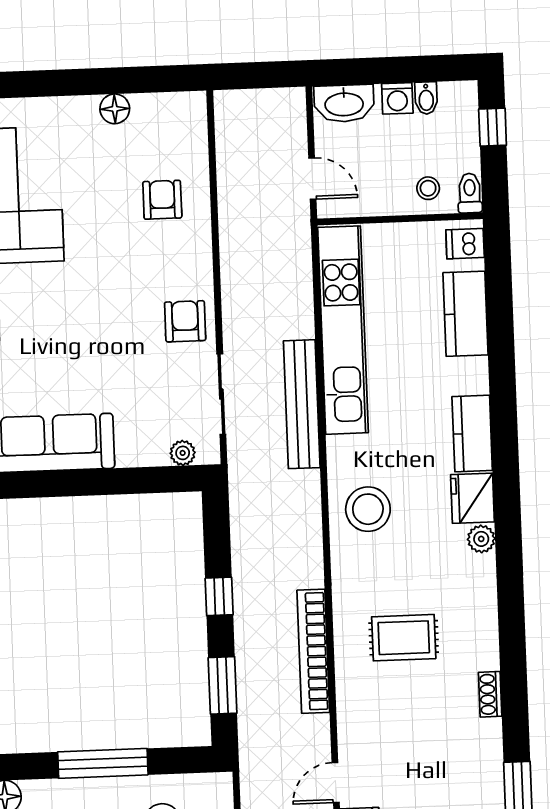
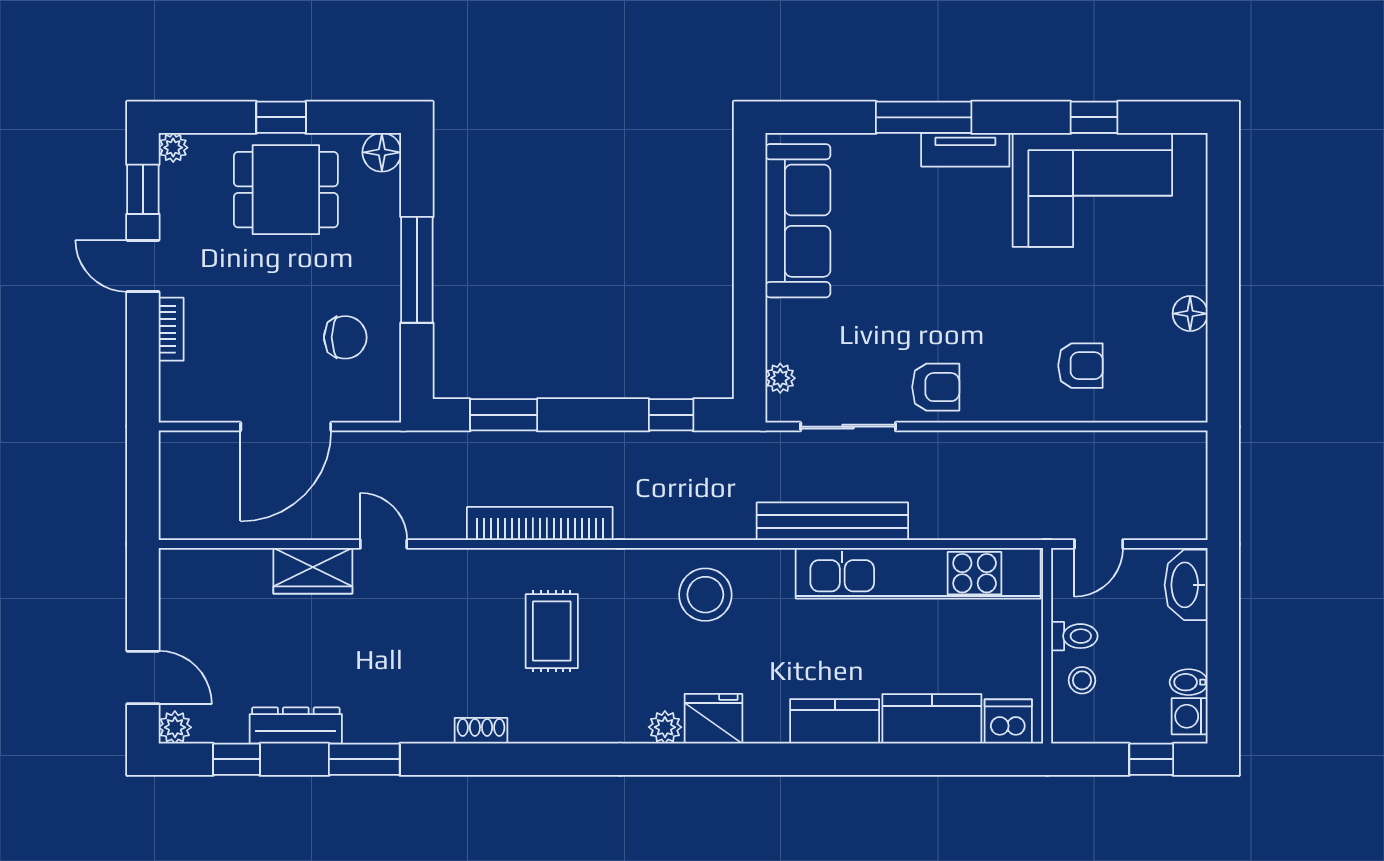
washing machine: (397, 98) -> (1190, 716), moved
toilet: (470, 193) -> (1074, 636), moved
dishwasher: (465, 244) -> (1008, 721), width x1.38
kitchen counter: (472, 433) -> (835, 721), moved
window: (219, 596) -> (671, 415), moved

